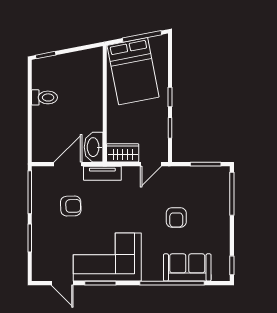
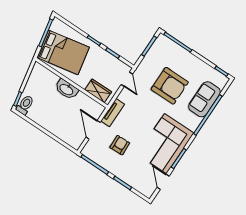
toilet: (45, 97) -> (25, 105), moved
washbasin: (94, 147) -> (67, 89), moved
wardrobe: (123, 153) -> (98, 91), moved, turned 90
armchair: (176, 218) -> (170, 86), width x1.88, depth x1.88
door: (62, 283) -> (163, 182), swing flipped

